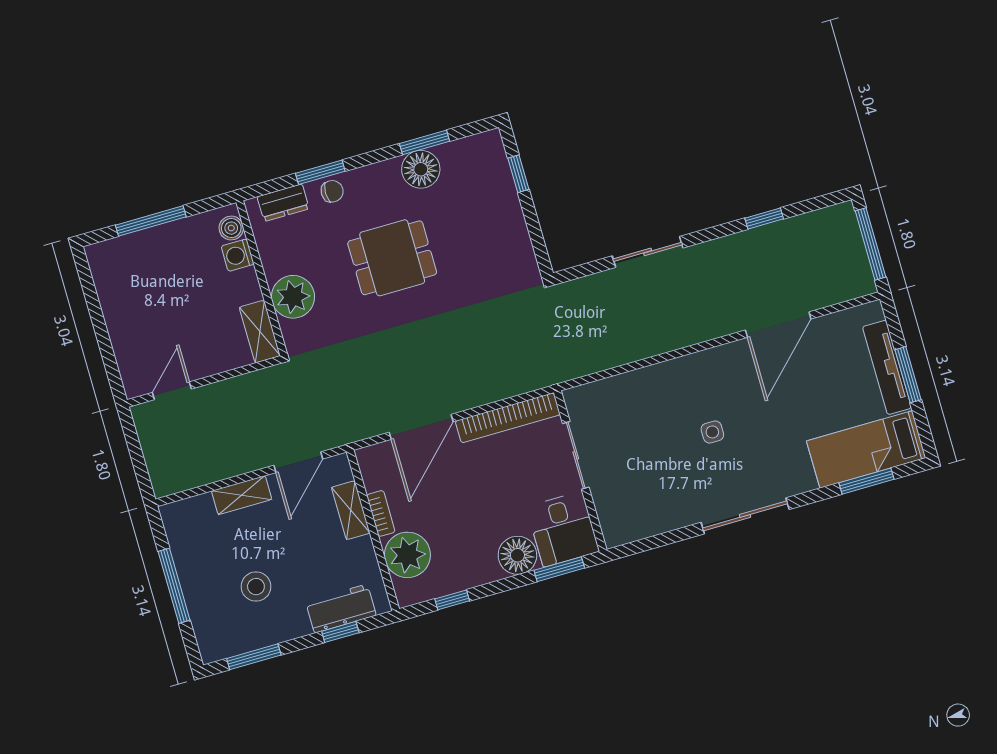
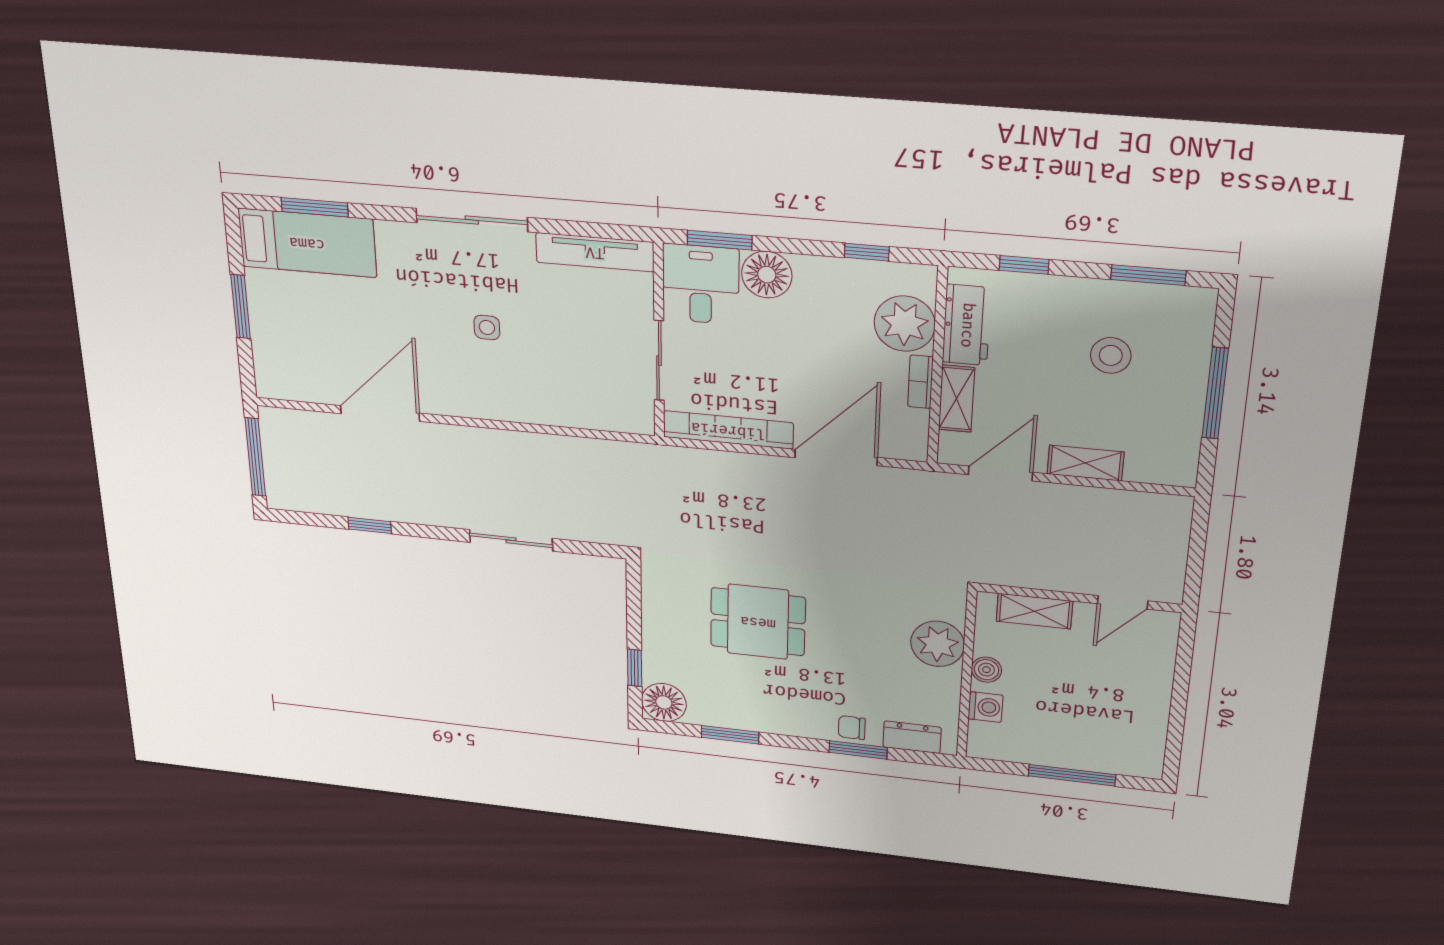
floor lamp: (421, 169) -> (664, 702), moved
boiler: (231, 228) -> (986, 670), moved
dining table: (392, 258) -> (758, 622), moved
shelving: (260, 332) -> (1034, 611), moved, turned 90
tv unit: (887, 367) -> (595, 252), moved, turned 90
workbench: (341, 609) -> (967, 325), moved, turned -90

